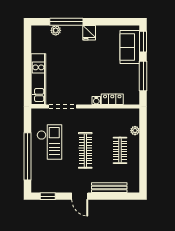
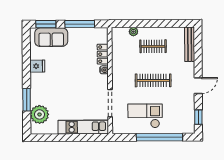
window: (66, 22) -> (27, 100), width x0.69
plant: (56, 30) -> (39, 114), width x1.87, depth x1.87
fridge: (89, 33) -> (37, 66), moved
bench: (109, 188) -> (190, 44), moved

